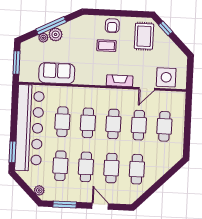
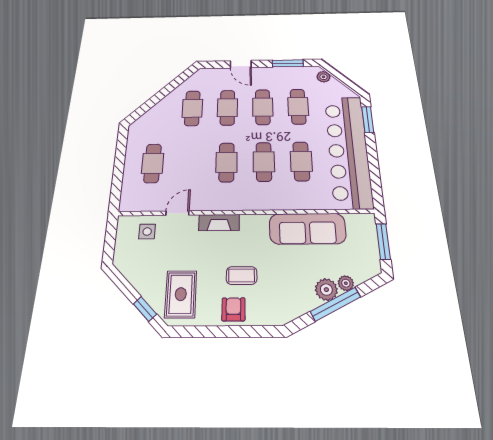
sofa: (57, 73) -> (307, 229), width x1.36
side table: (166, 77) -> (147, 232), width x0.54, depth x0.54
cafe table: (139, 125) -> (189, 163), removed

